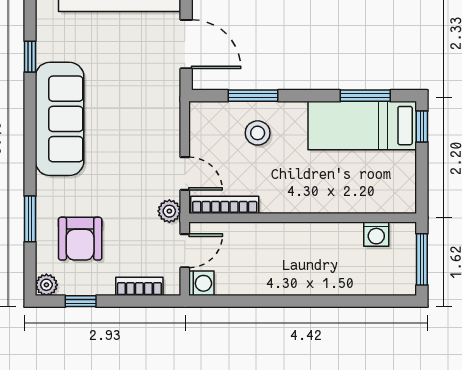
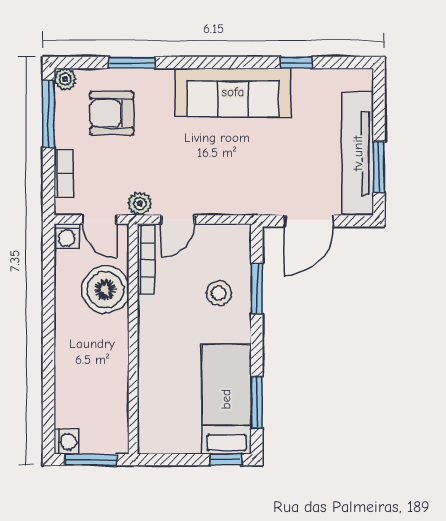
washing machine: (376, 234) -> (66, 442), moved, turned 180
boiler: (254, 245) -> (105, 290), added
window: (81, 301) -> (48, 114), width x2.17

